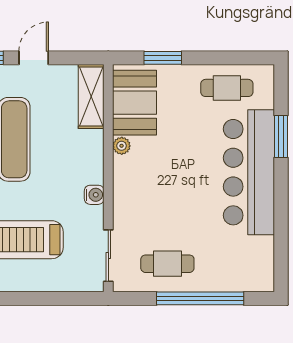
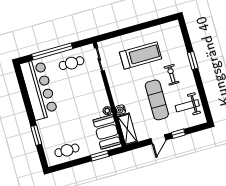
bar counter: (249, 172) -> (39, 89), moved
water cooler: (94, 195) -> (120, 110), moved

